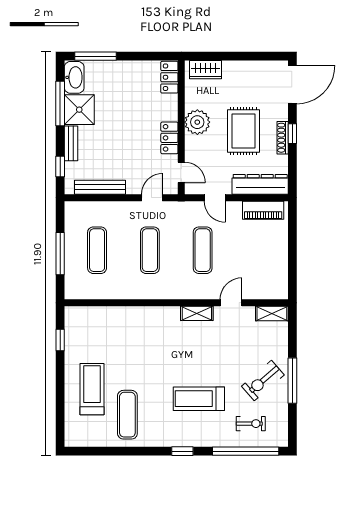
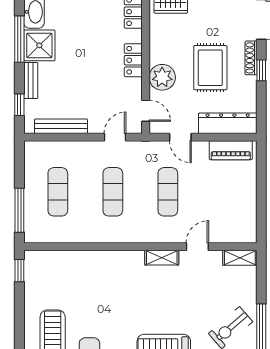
plant: (197, 122) -> (162, 77), moved
locker: (169, 138) -> (133, 60), moved
shoe rack: (283, 138) -> (251, 58), moved
window: (60, 254) -> (19, 210), moved
window: (60, 340) -> (19, 271), moved

